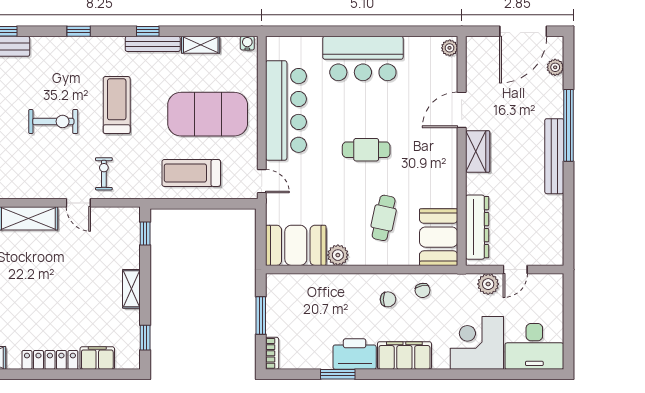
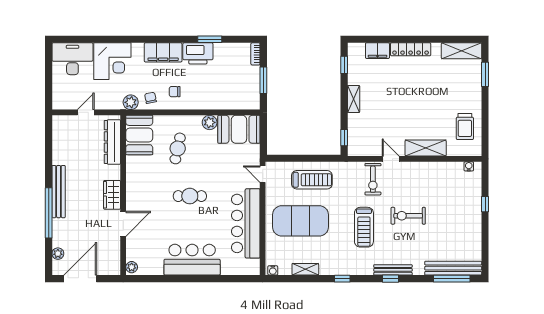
bench: (153, 44) -> (393, 270), moved
exercise bike: (104, 174) -> (373, 179), width x1.38, depth x1.39
plant: (488, 284) -> (131, 102), moved

